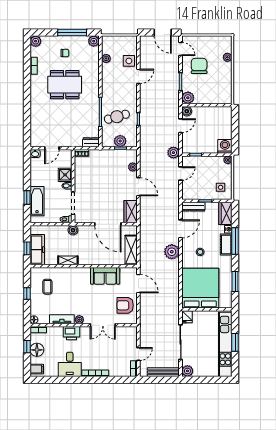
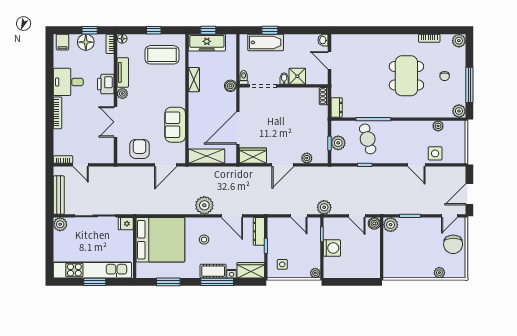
chair: (199, 66) -> (453, 244), moved, turned 90
washing machine: (225, 146) -> (332, 248), moved
coffee table: (47, 287) -> (162, 55), width x1.86, depth x1.72

